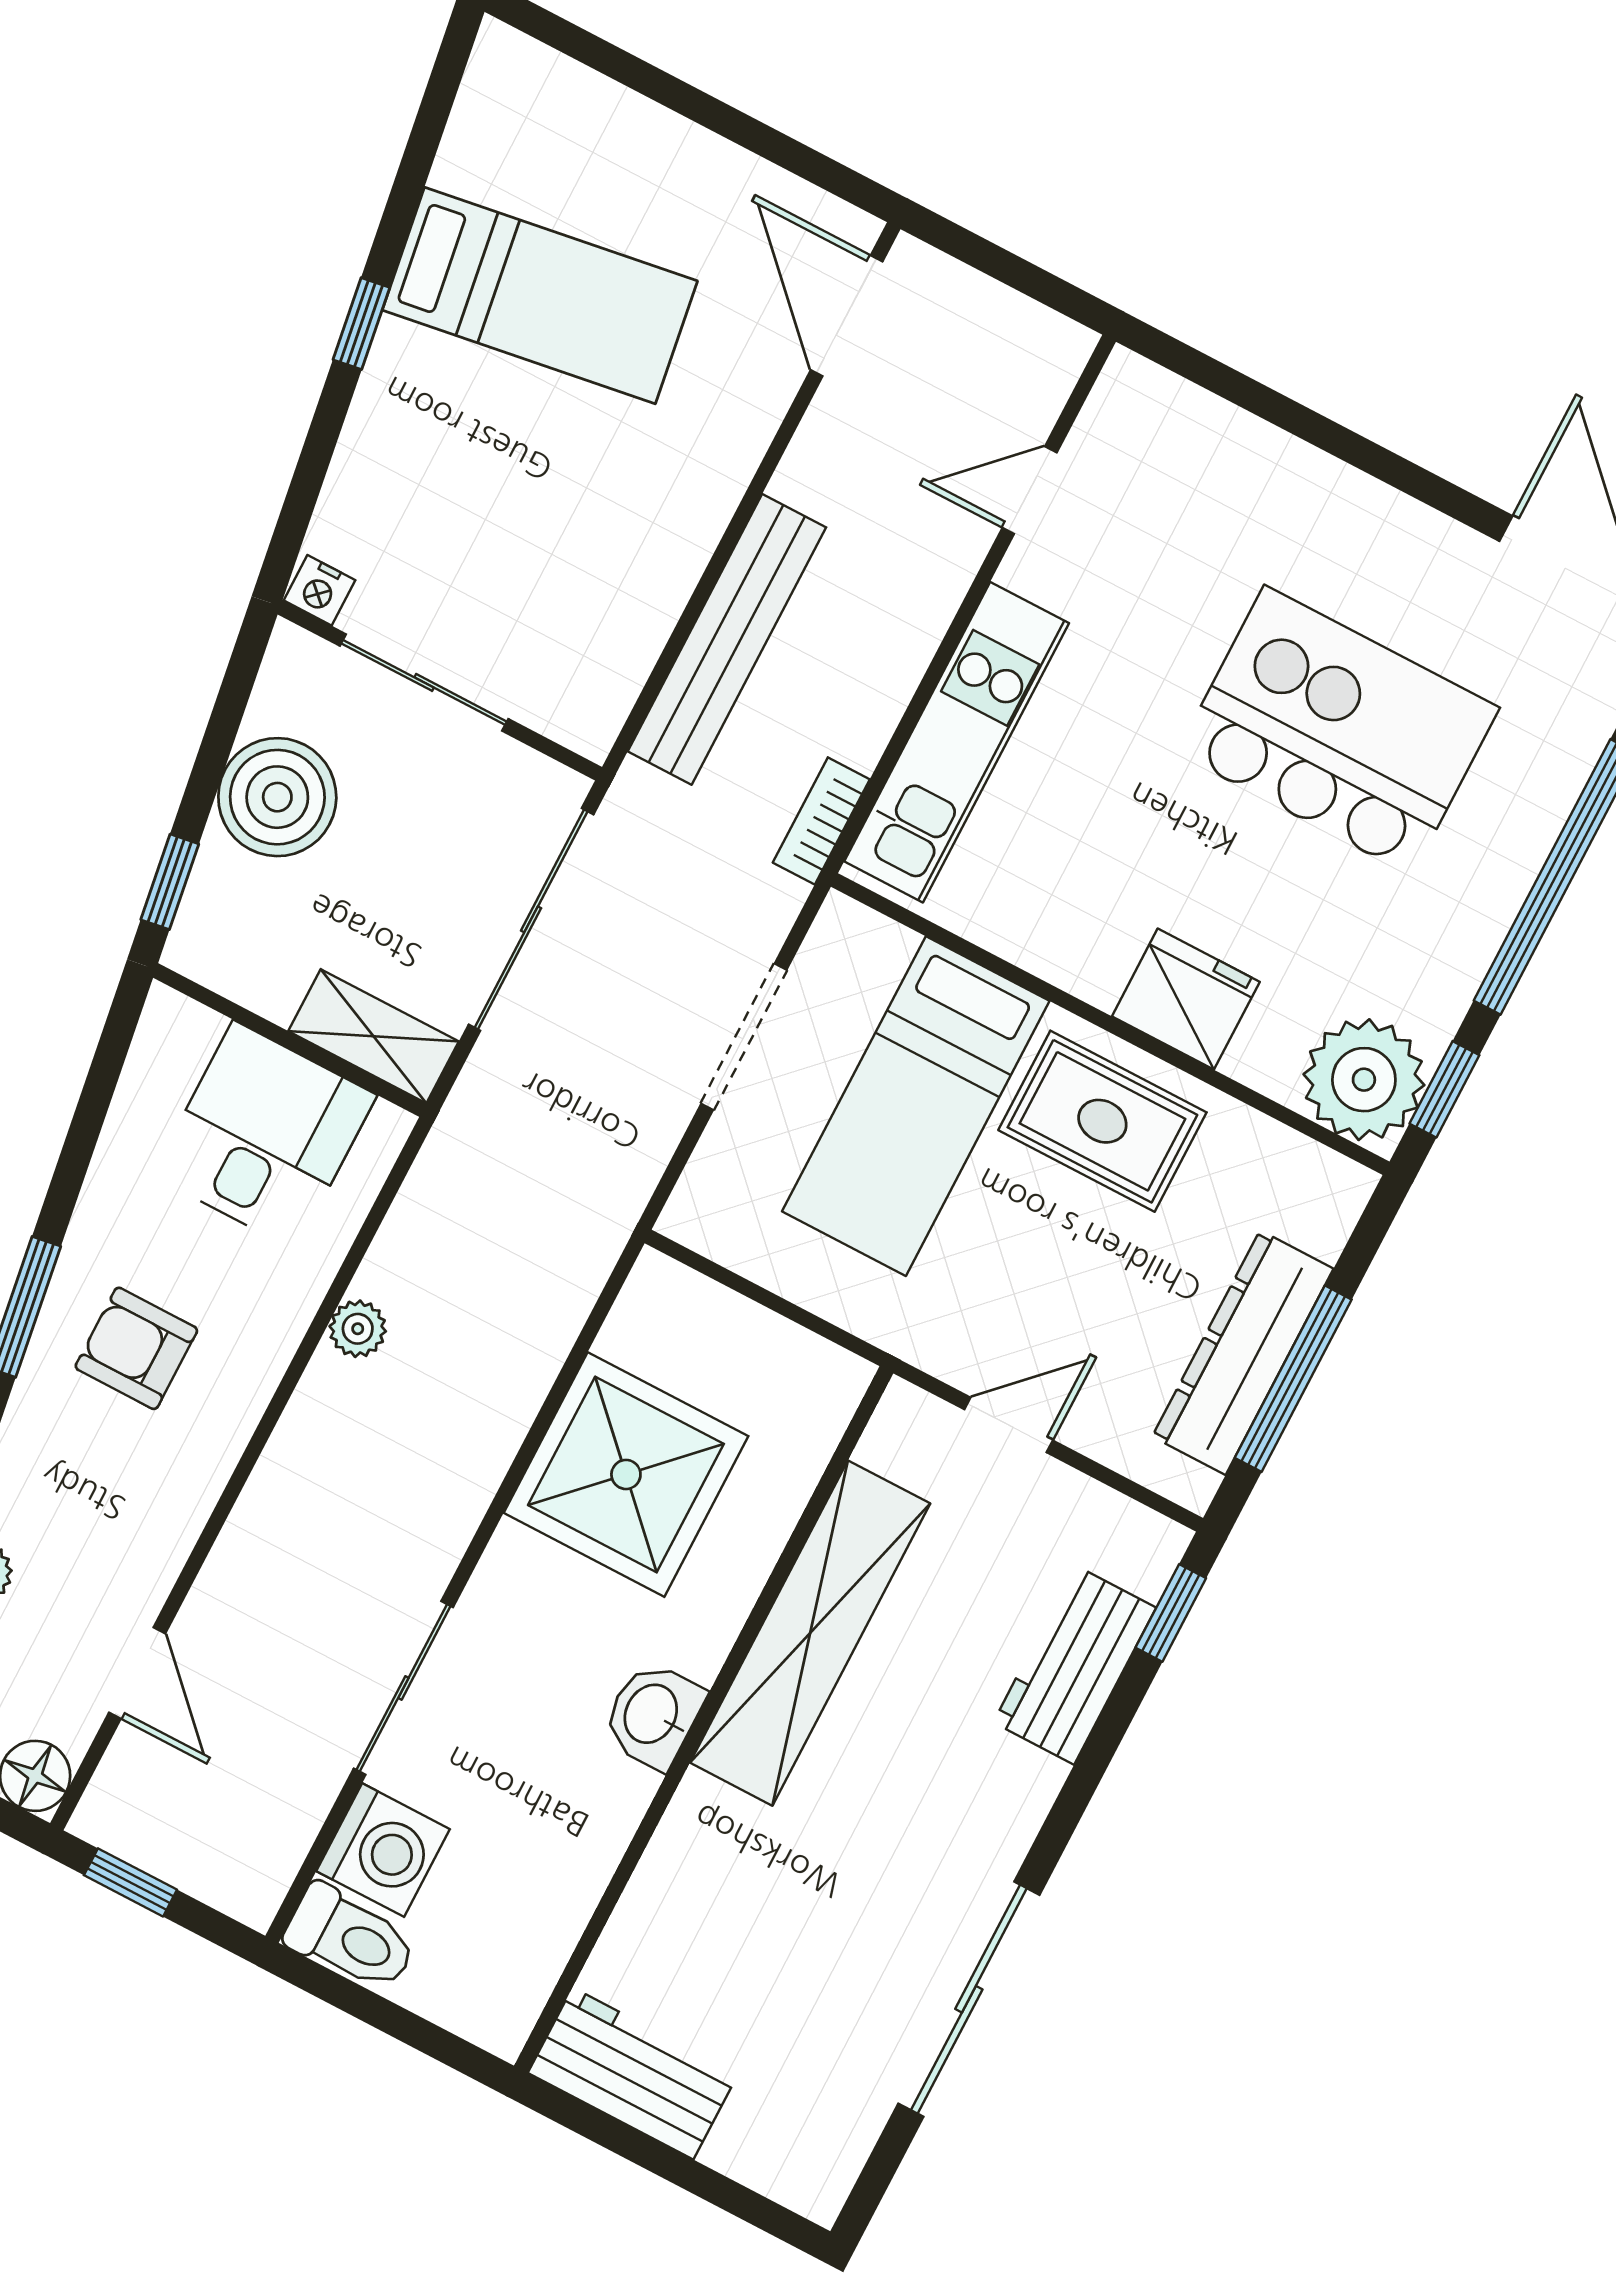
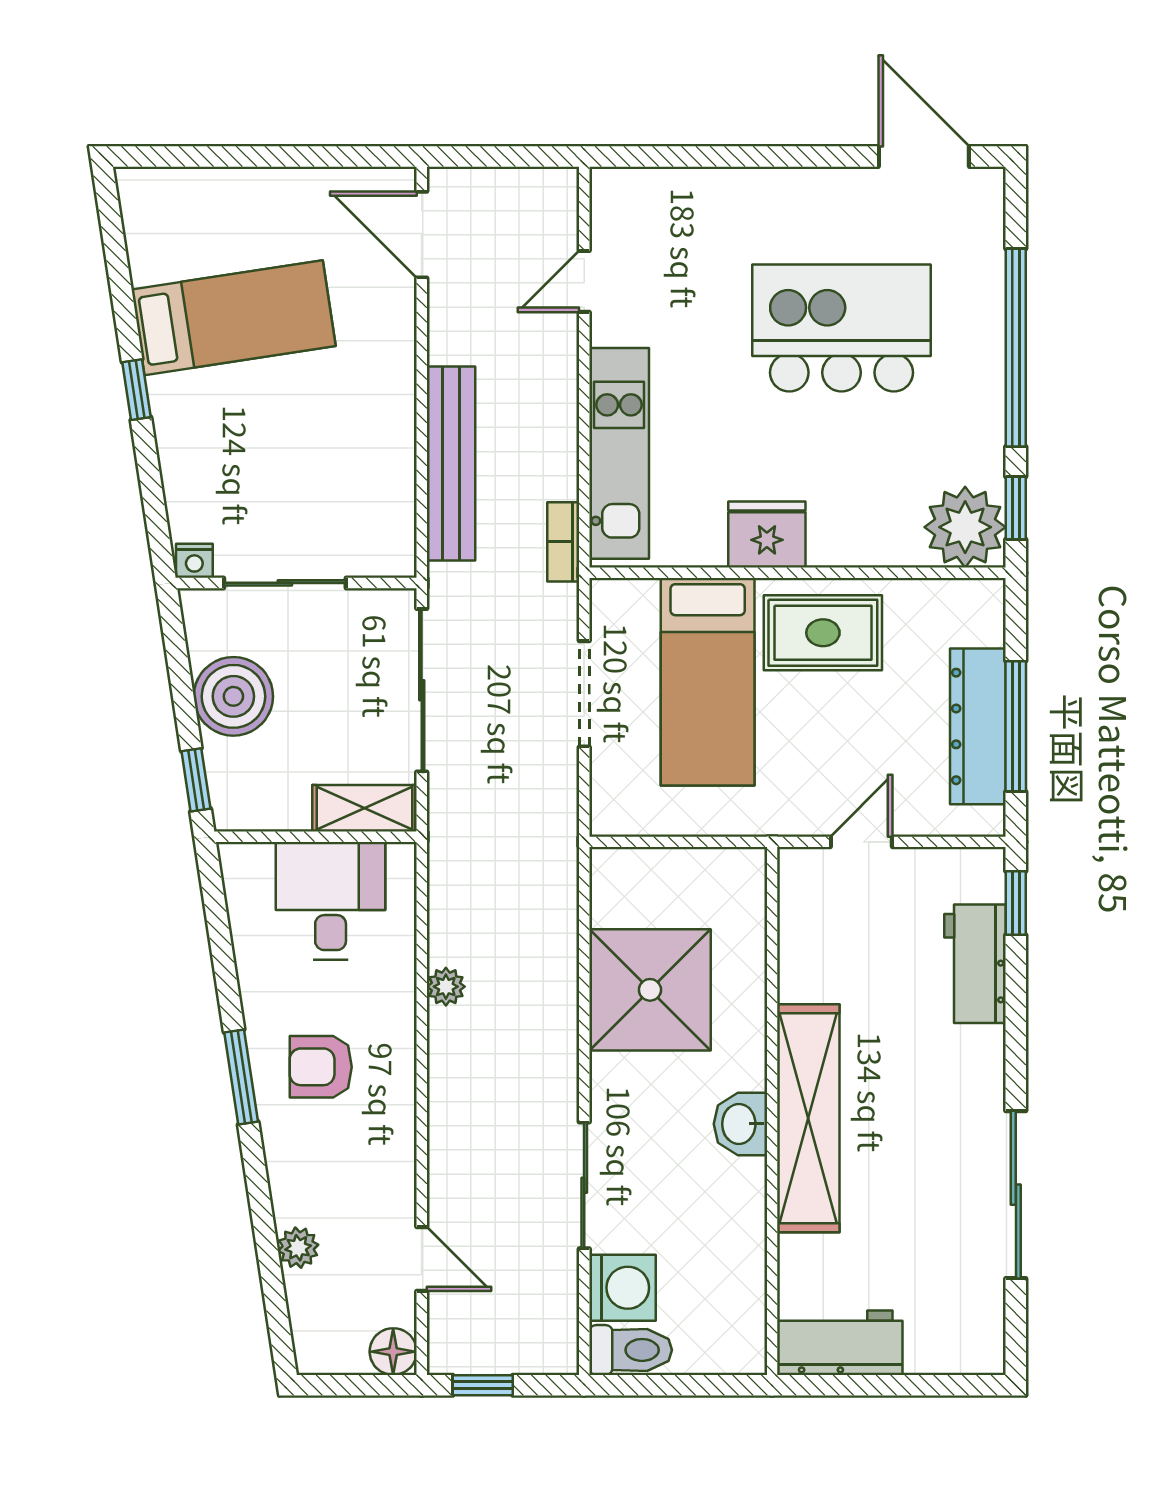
fridge: (1186, 999) -> (767, 535), moved
shelving: (810, 1633) -> (808, 1118), moved

